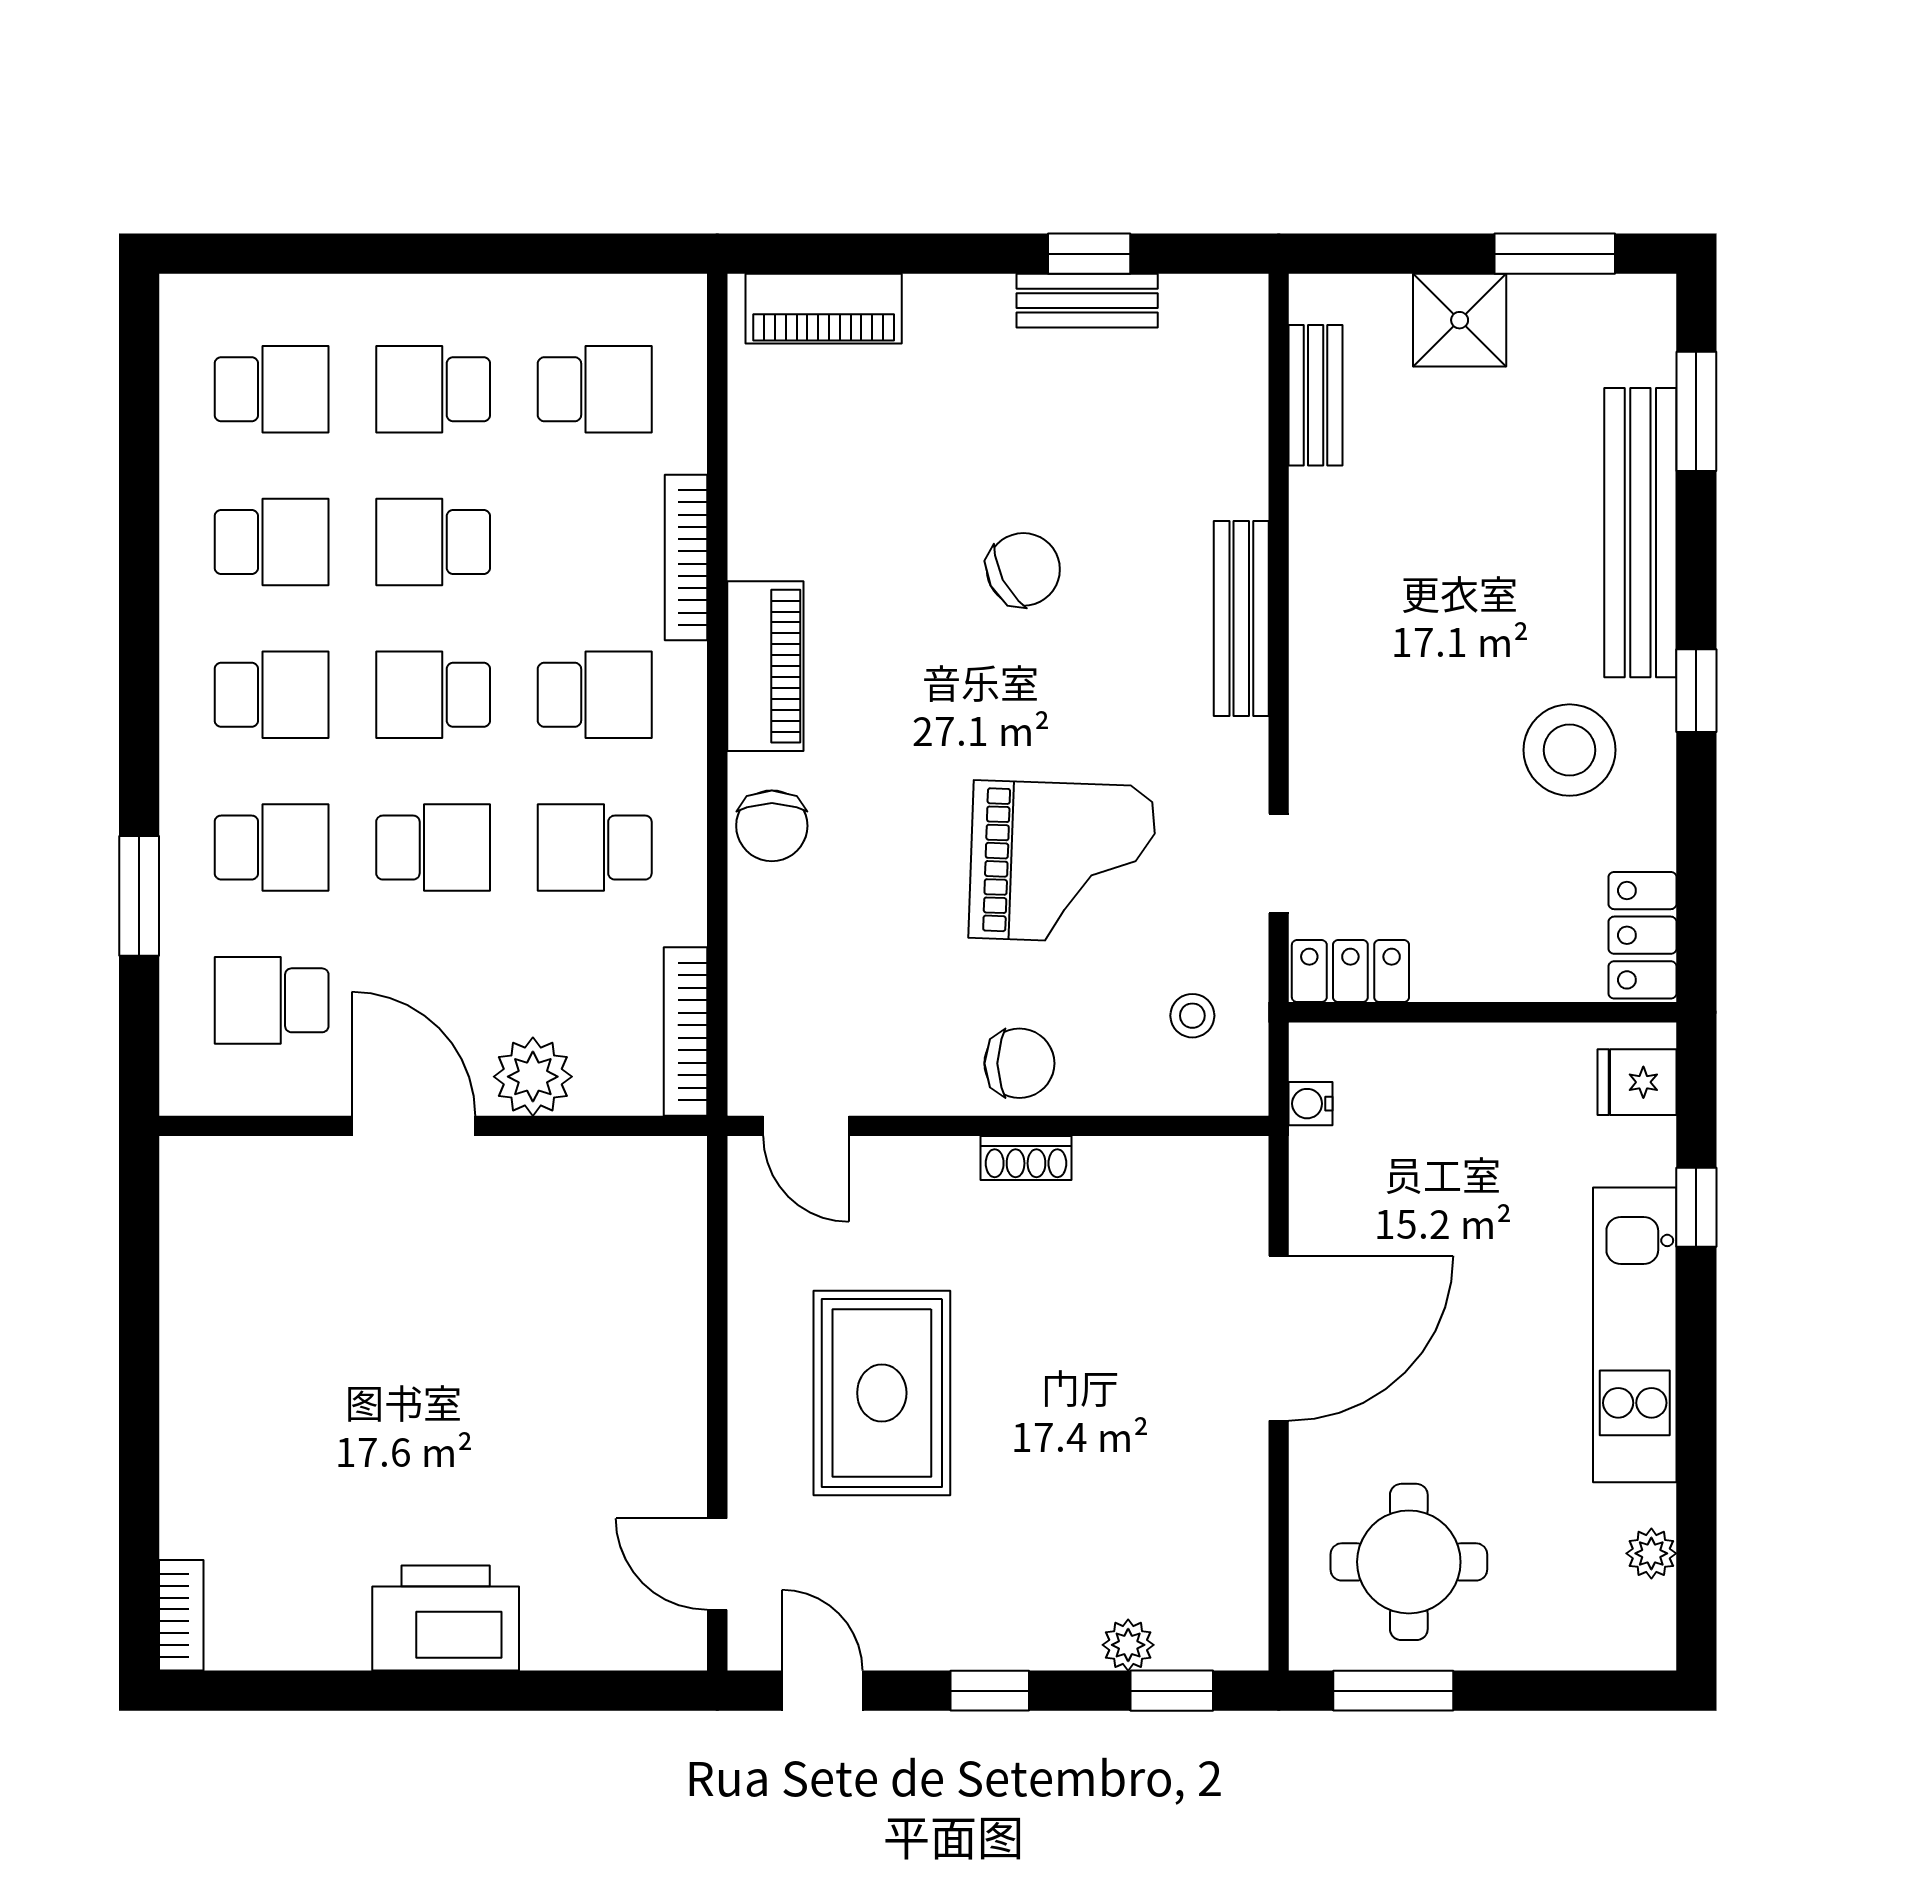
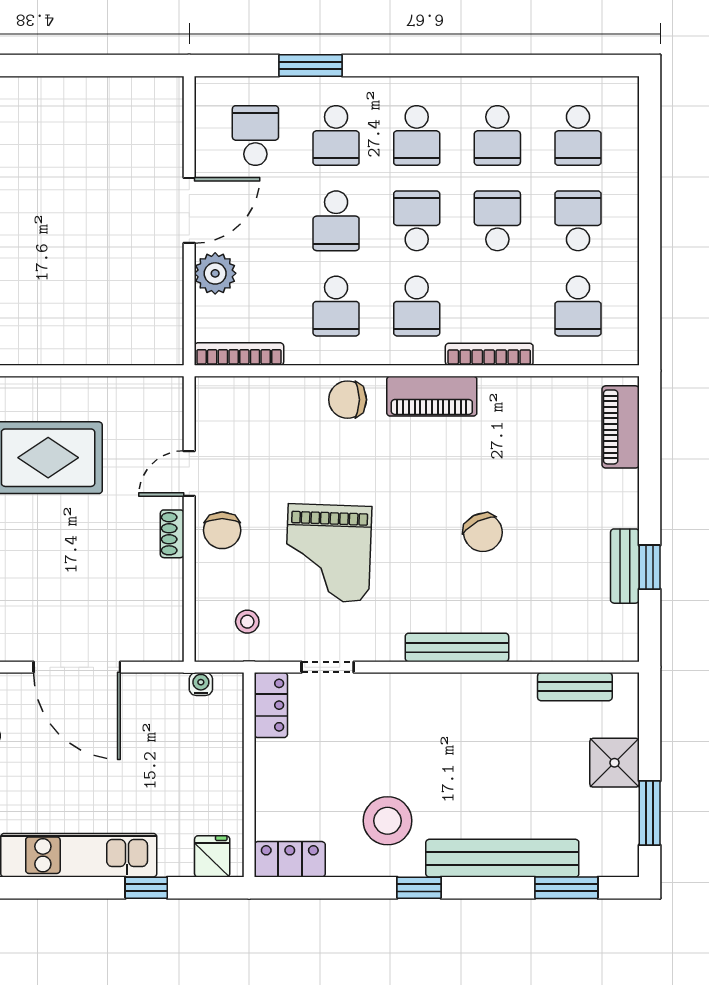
school desk: (595, 848) -> (336, 306), turned 180
door: (806, 1126) -> (189, 473), moved

